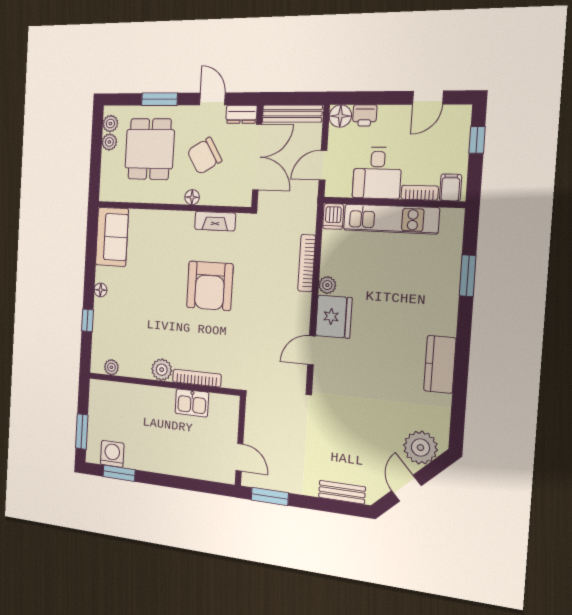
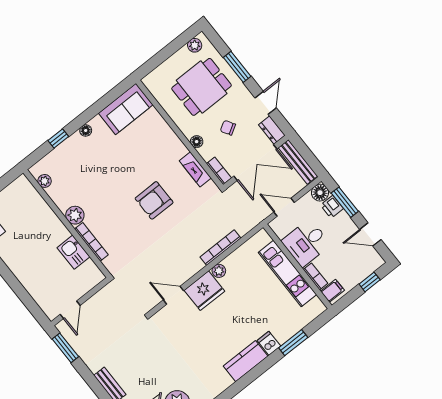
window: (372, 98) -> (345, 202), added
plant: (109, 142) -> (183, 55), removed
chair: (204, 156) -> (228, 128), width x0.54, depth x0.54
bookcase: (235, 200) -> (219, 171), added
dishwasher: (333, 216) -> (269, 343), moved, turned 90
armchair: (210, 286) -> (154, 200), width x0.73, depth x0.73
kitchen counter: (440, 364) -> (246, 361), moved

